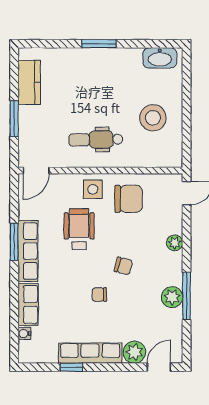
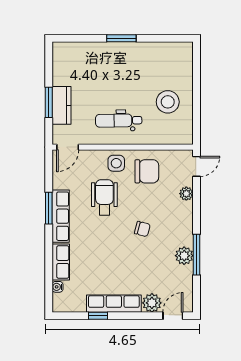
washbasin: (160, 58) -> (174, 50), removed
kitchen counter: (29, 82) -> (62, 105), moved
plant: (175, 243) -> (186, 194), moved
chair: (99, 295) -> (122, 253), removed

